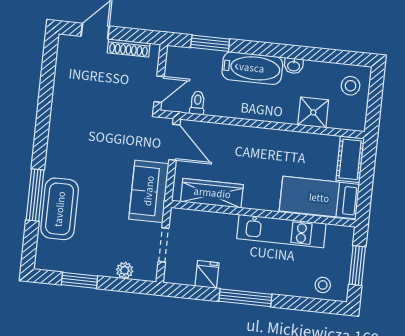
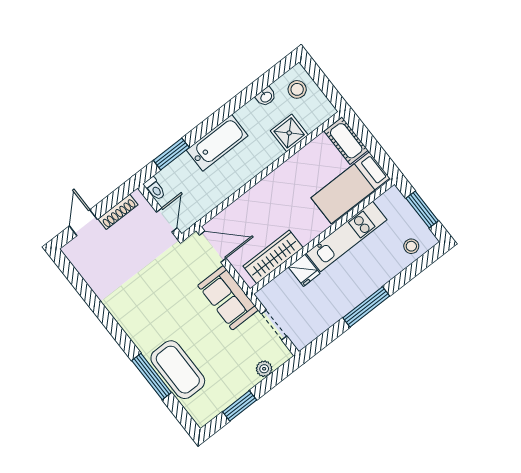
washbasin: (294, 66) -> (266, 97), moved
toilet: (197, 103) -> (155, 189), moved, turned 180
fridge: (207, 274) -> (304, 270), moved, turned 180

